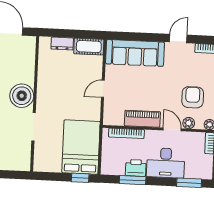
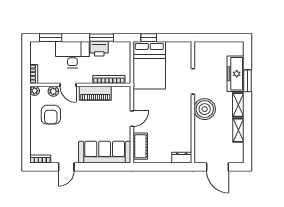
dresser: (62, 44) -> (182, 158), moved
cot: (89, 47) -> (140, 146), moved, turned 90

